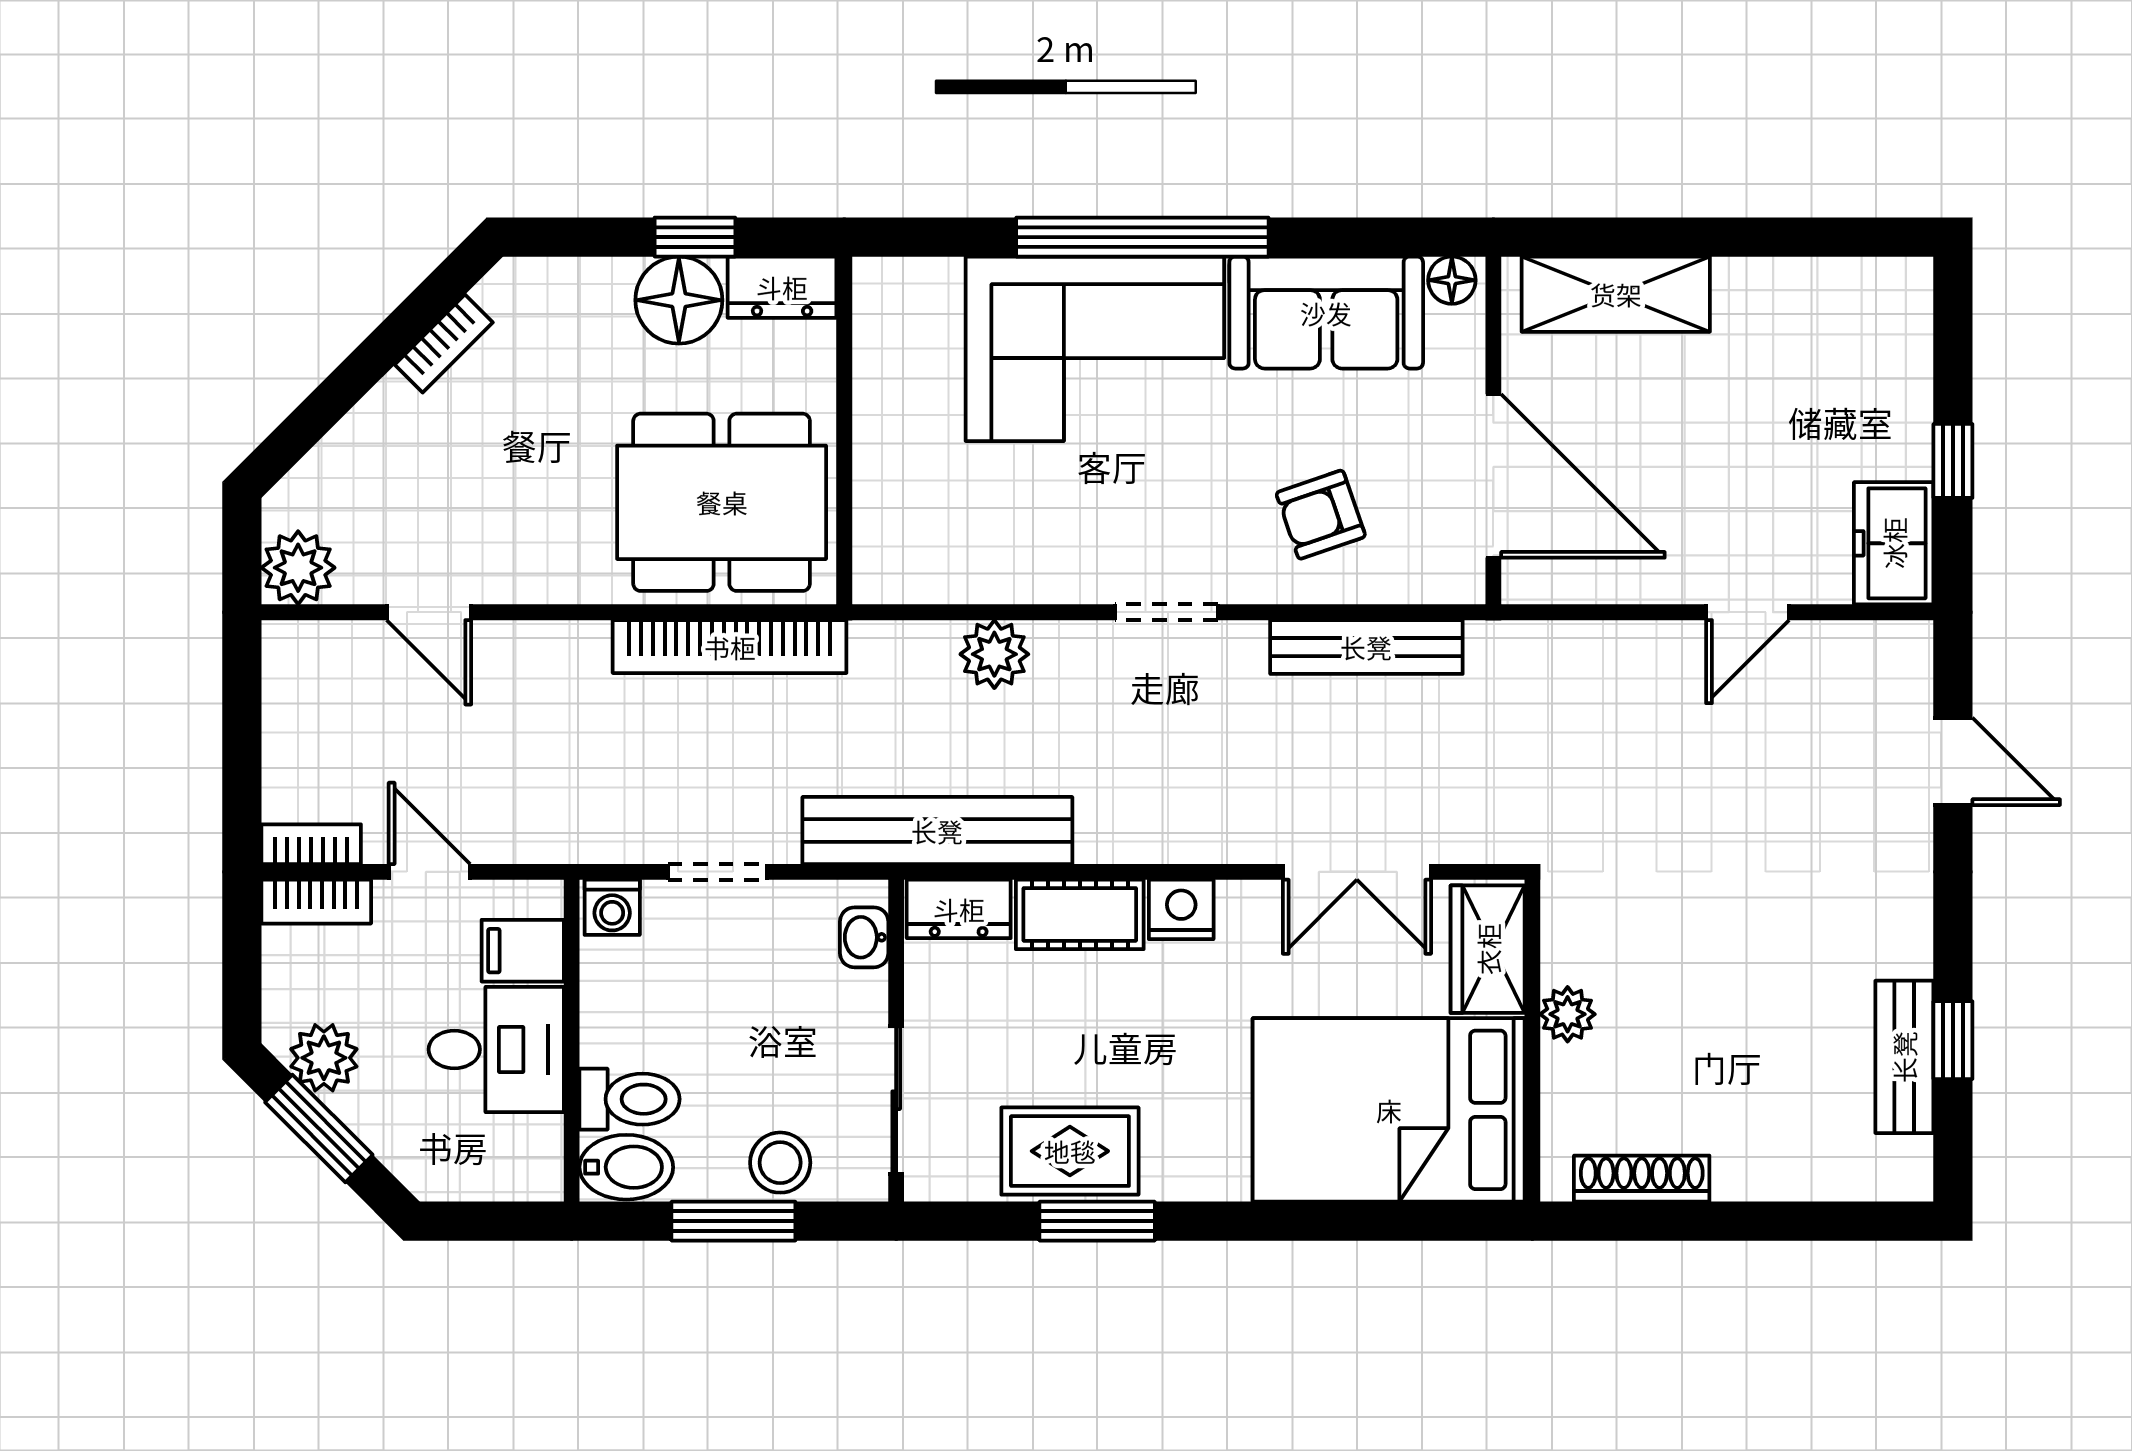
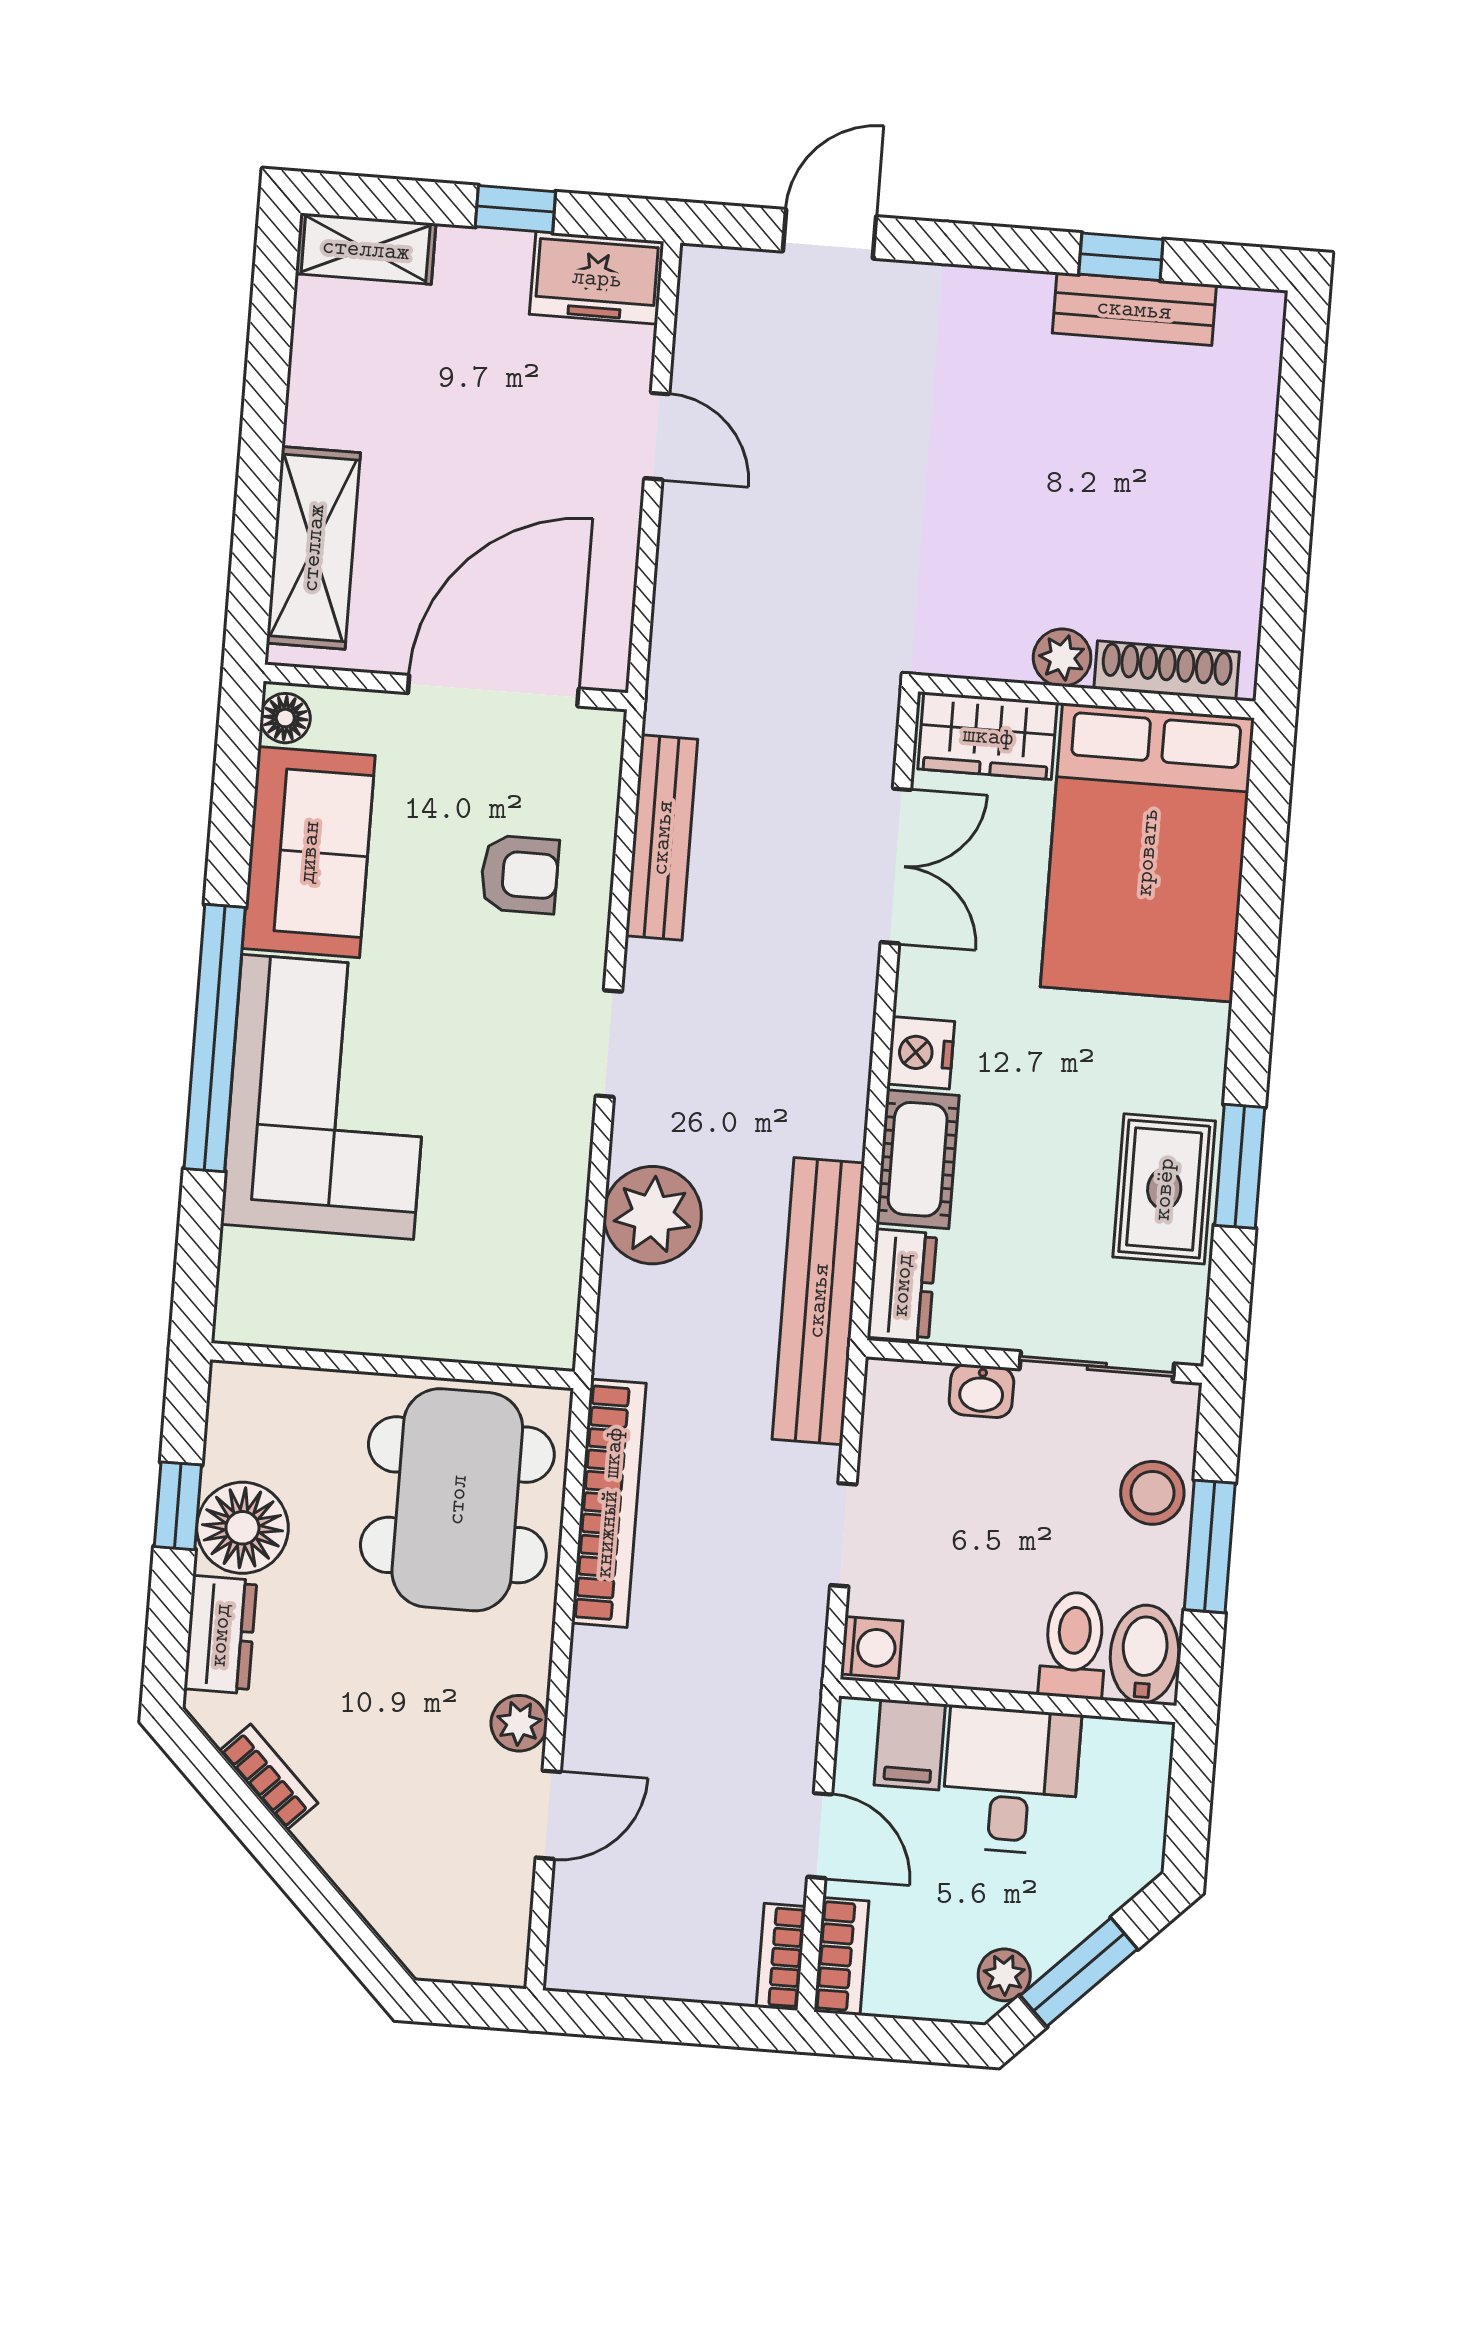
dresser: (782, 287) -> (220, 1635), moved
shelving: (1904, 321) -> (366, 249), added
armchair: (1321, 515) -> (520, 874), turned -71
plant: (298, 568) -> (519, 1723), moved, width x0.73, depth x0.73
plant: (994, 654) -> (653, 1215), width x1.36, depth x1.36
door: (429, 872) -> (820, 1836), swing flipped
washbasin: (864, 937) -> (981, 1391), moved
plant: (324, 1058) -> (1004, 1975), width x0.73, depth x0.73
shoe rack: (1642, 1179) -> (1167, 670), moved, turned 90

